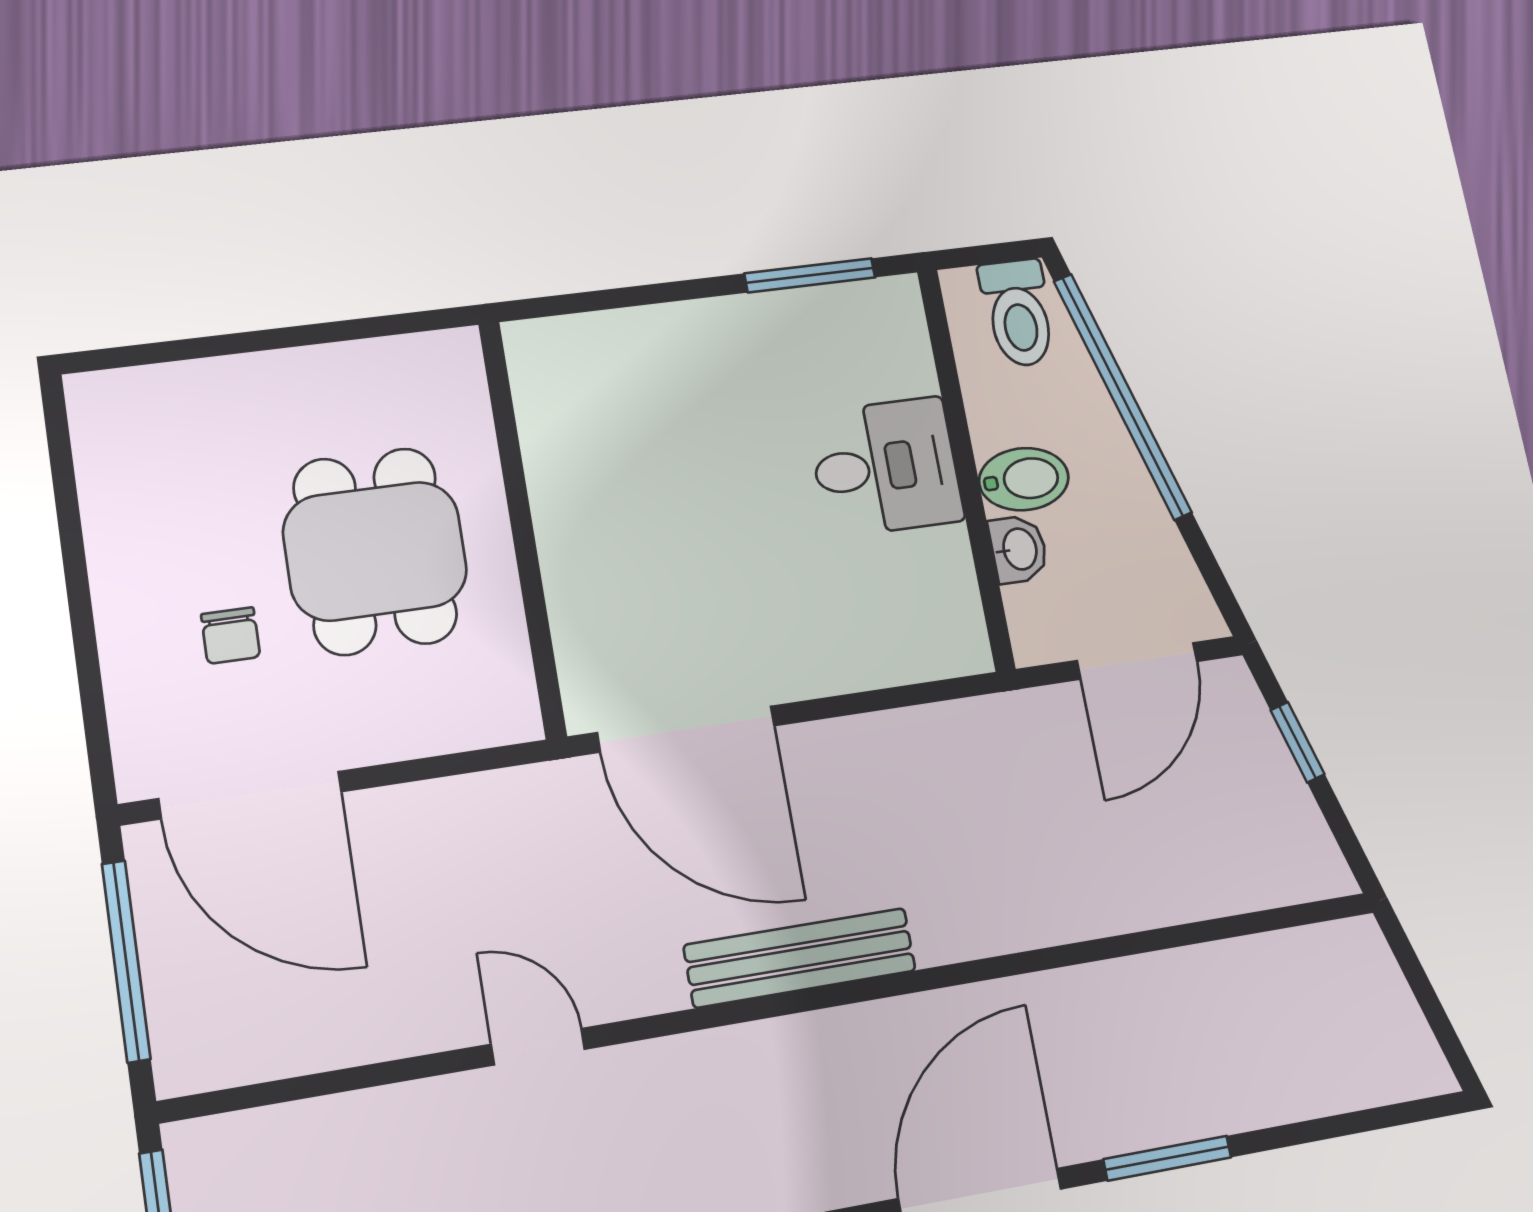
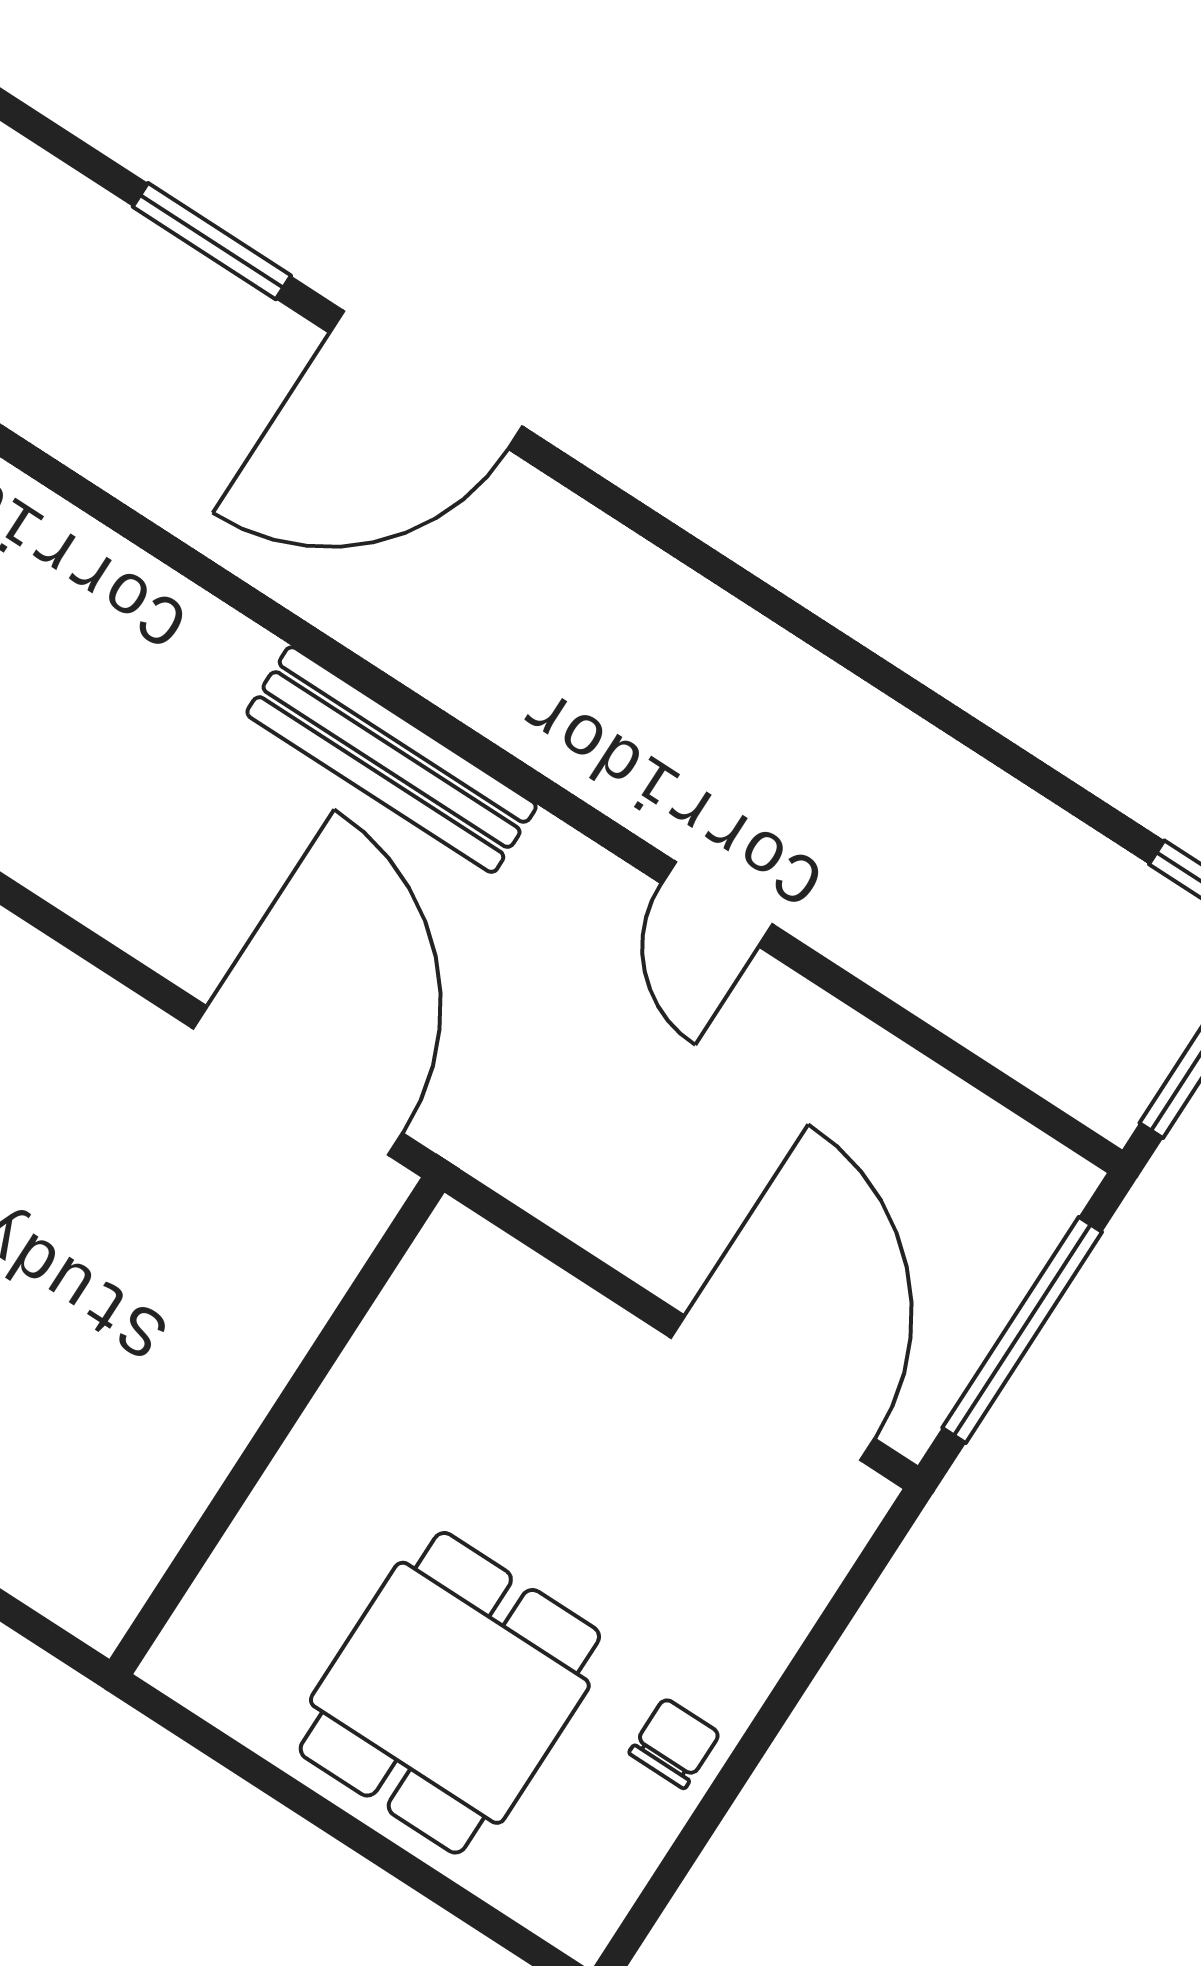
dining table: (375, 551) -> (450, 1693), moved
chair: (231, 635) -> (674, 1743), moved

